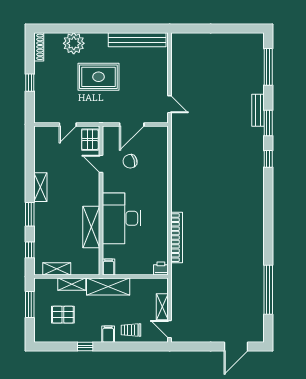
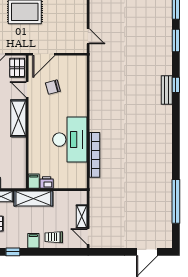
bench: (258, 110) -> (167, 90), moved
window: (268, 123) -> (176, 40), moved
door: (132, 124) -> (44, 54), moved
desk: (121, 218) -> (70, 140), moved, turned 180
shelving: (91, 227) -> (18, 118), moved
printer: (161, 269) -> (47, 183), moved

